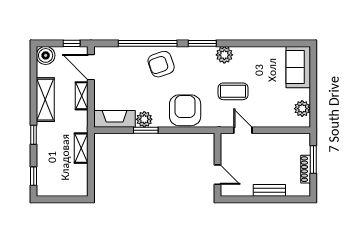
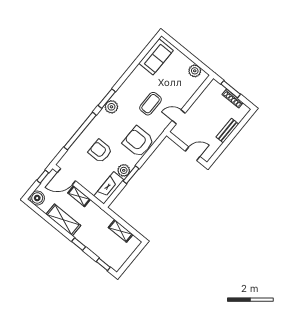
plant: (224, 55) -> (111, 107), moved
armchair: (161, 64) -> (100, 151), moved, turned 109
sofa: (298, 67) -> (156, 57), moved, turned -90
shelving: (81, 148) -> (121, 231), moved

